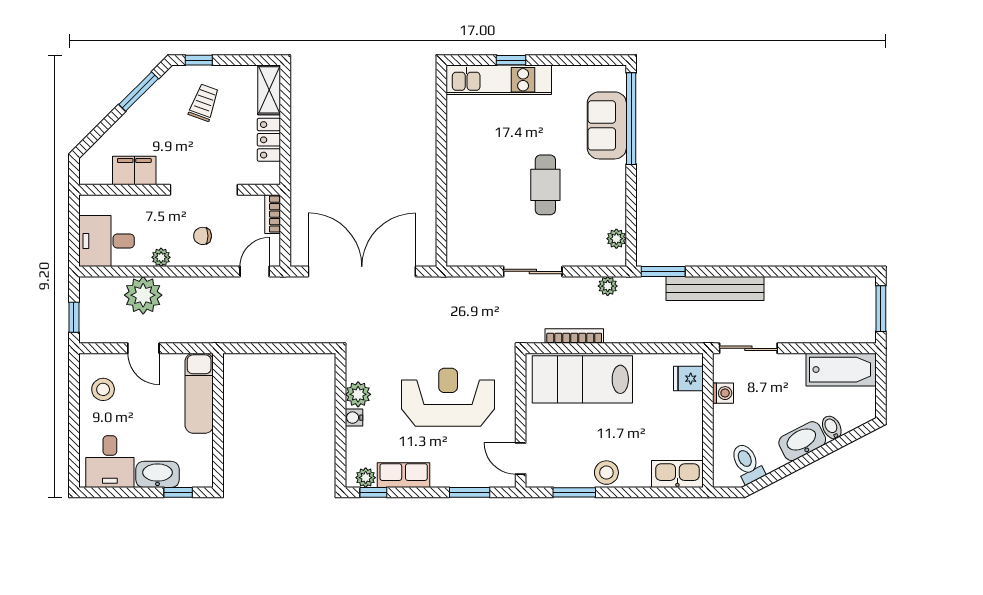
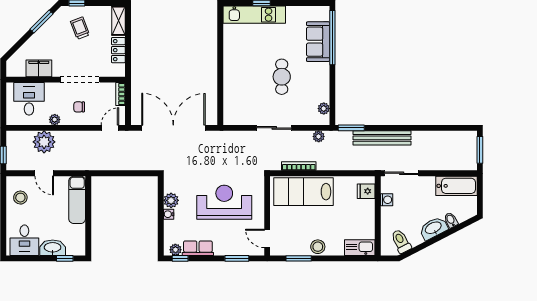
trolley: (204, 103) -> (80, 28), turned -41
desk: (106, 241) -> (29, 99), moved, turned 90

